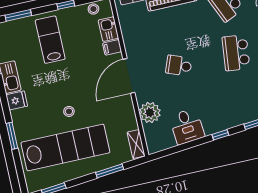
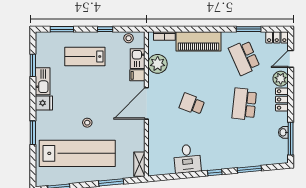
lab bench: (50, 40) -> (85, 56), turned -90
plant: (150, 112) -> (158, 64), moved

